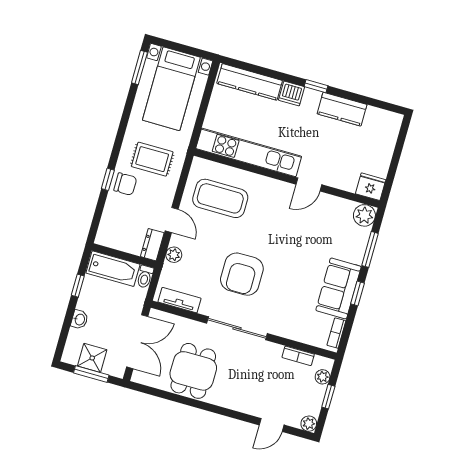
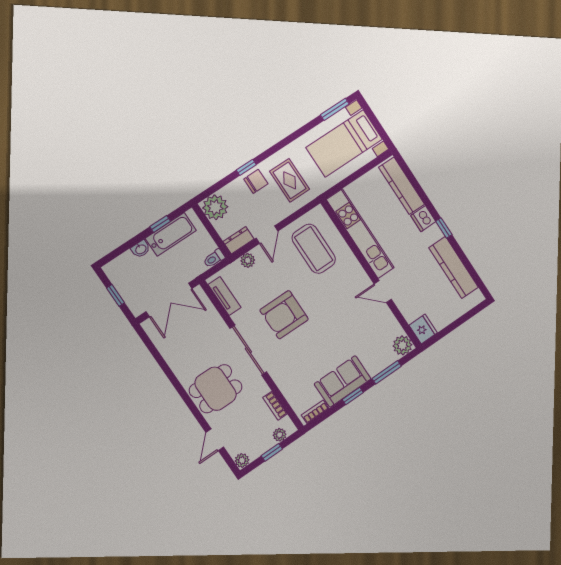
kitchen counter: (342, 109) -> (454, 268), width x1.50
chair: (125, 184) -> (256, 181), turned -90
plant: (110, 234) -> (215, 207), added
bathtub: (113, 269) -> (171, 234), moved, turned -90
shower: (92, 358) -> (126, 284), removed
dining table: (193, 371) -> (216, 389), moved
window: (91, 374) -> (116, 295), width x0.67
door: (272, 425) -> (215, 440), hinge flipped

